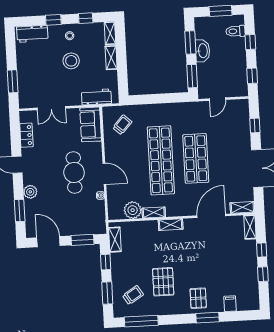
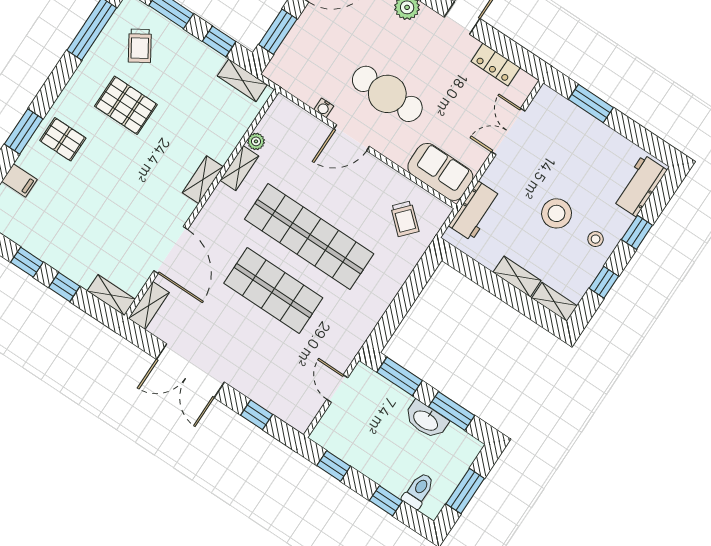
plant: (133, 210) -> (256, 141), width x0.53, depth x0.53

